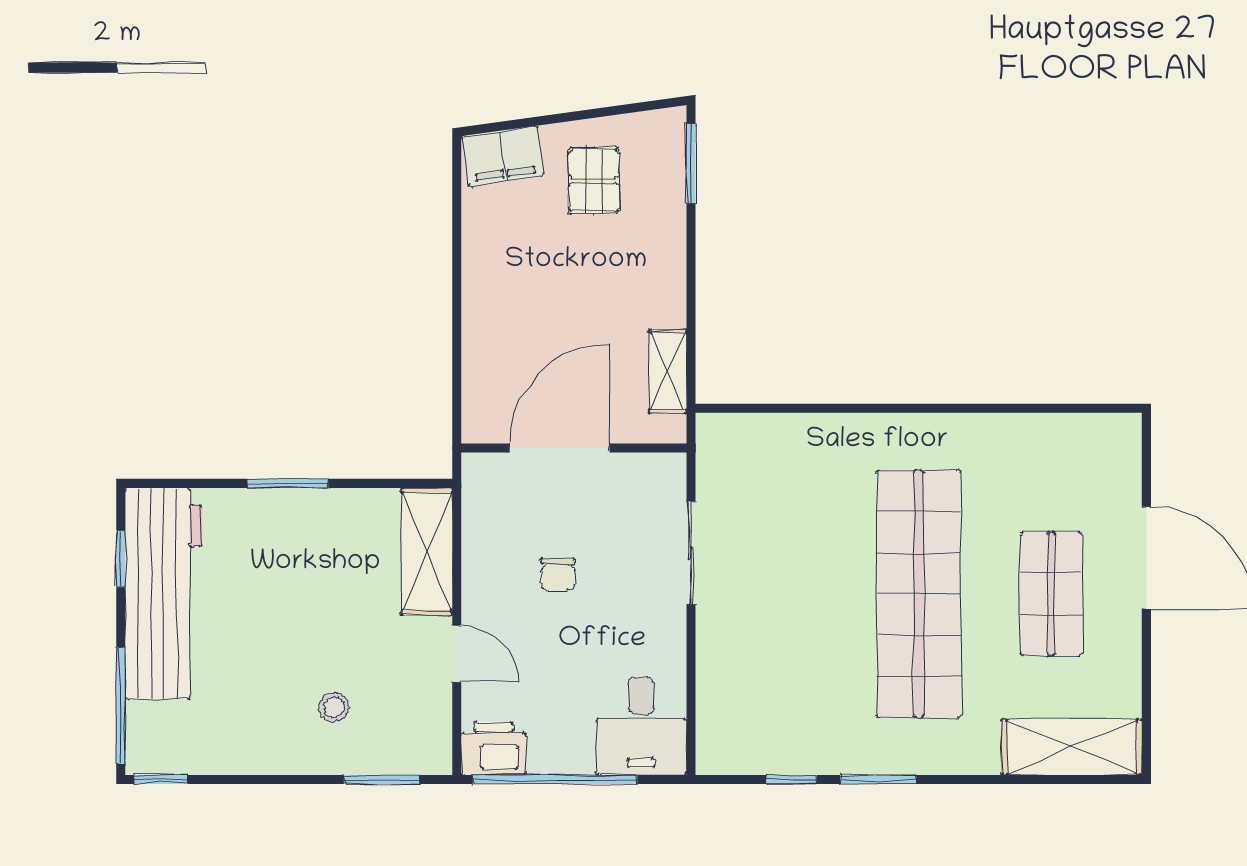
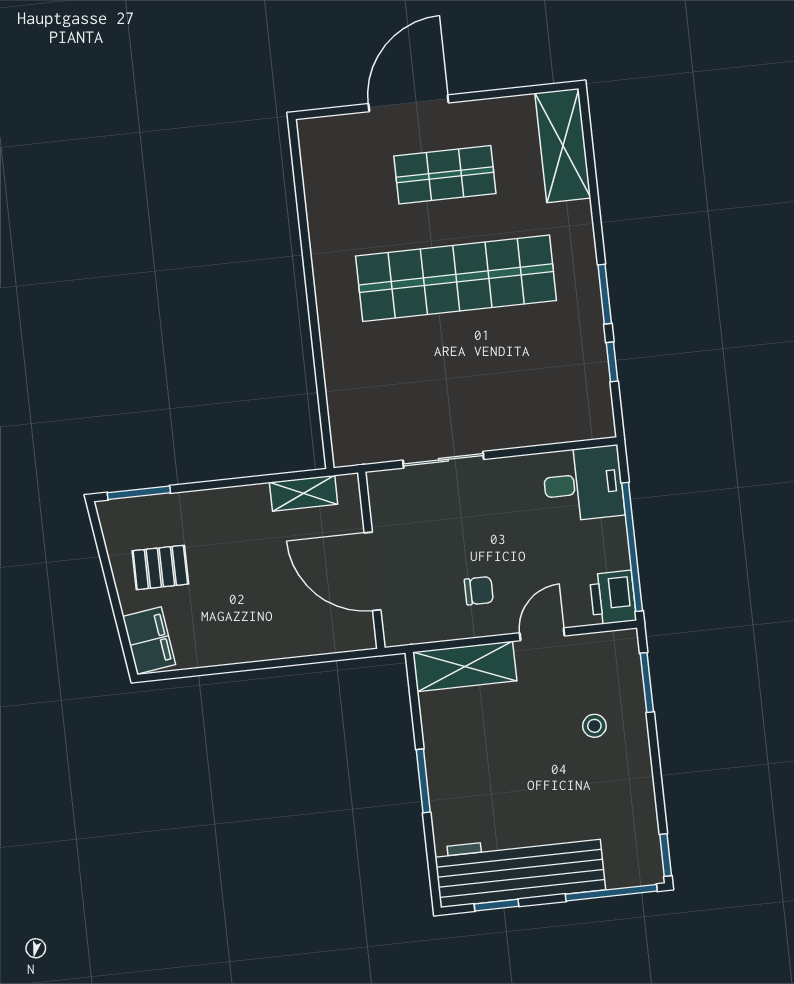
chair: (558, 574) -> (479, 591), moved

